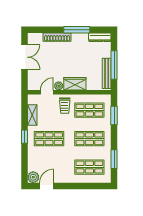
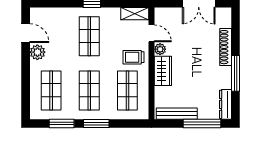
window: (114, 65) -> (202, 124), moved
shelving: (32, 115) -> (135, 14), moved
window: (114, 116) -> (96, 124), moved
plant: (33, 177) -> (37, 52), moved

